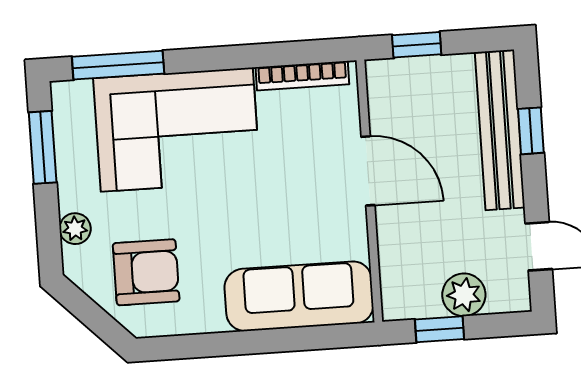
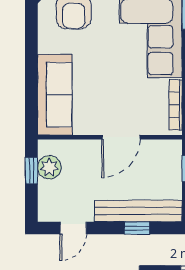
plant: (464, 295) -> (49, 167), moved

